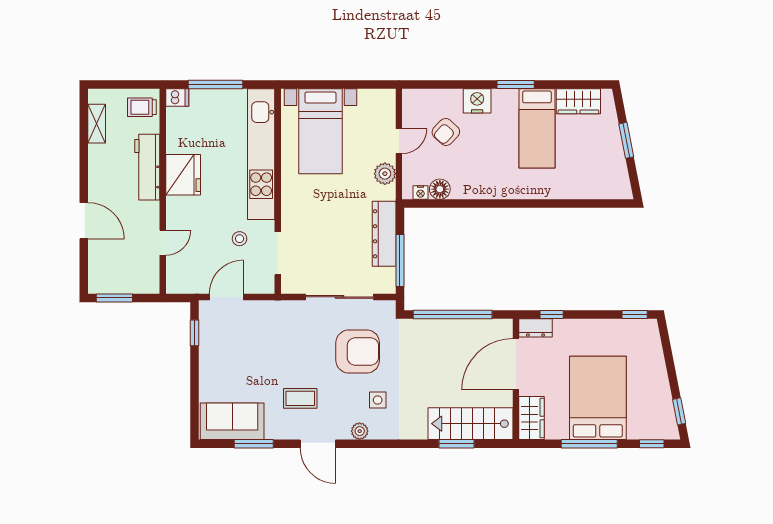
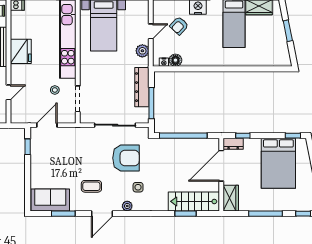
bed: (598, 398) -> (278, 163), moved, turned 180
door: (318, 444) -> (102, 214), hinge flipped

